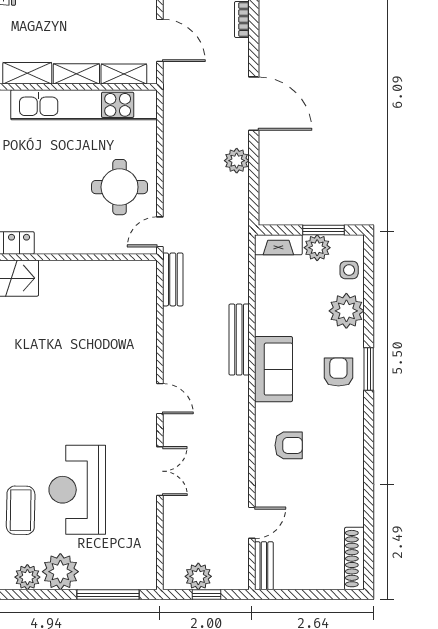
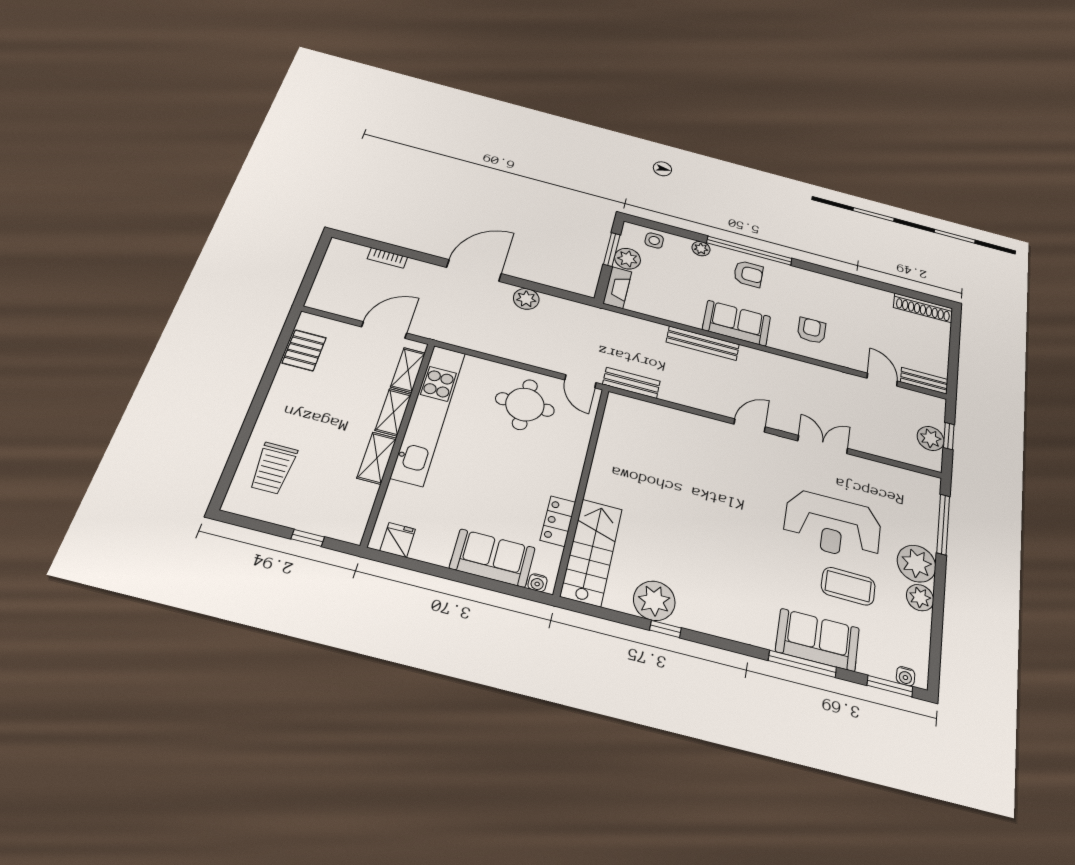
plant: (346, 311) -> (701, 249), width x0.53, depth x0.53
window: (369, 369) -> (749, 251), width x2.11
armchair: (338, 372) -> (748, 274), turned 180

